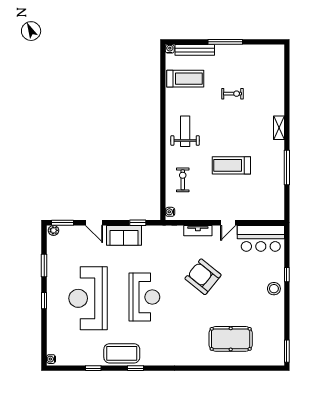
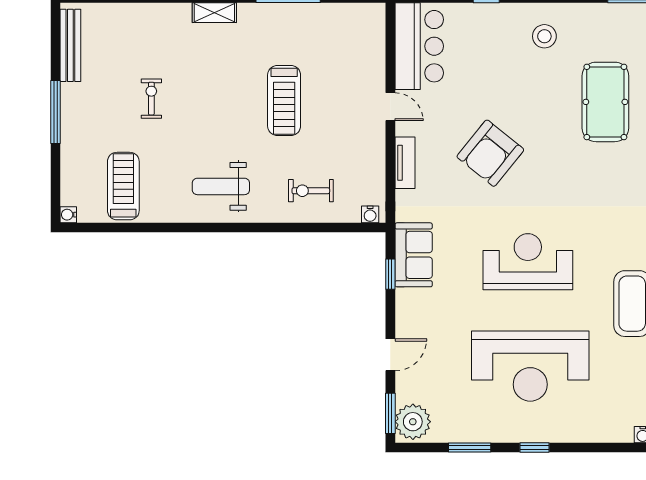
bench: (195, 50) -> (70, 45), moved
plant: (53, 230) -> (413, 422), width x1.87, depth x1.87
sofa: (124, 235) -> (414, 255), moved
stool: (274, 289) -> (544, 36), moved

